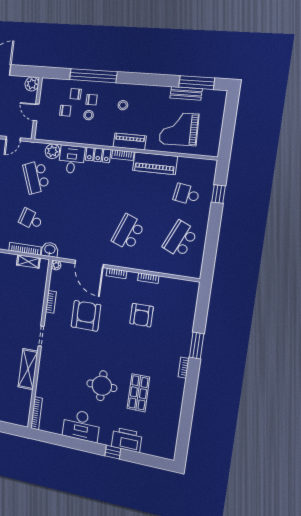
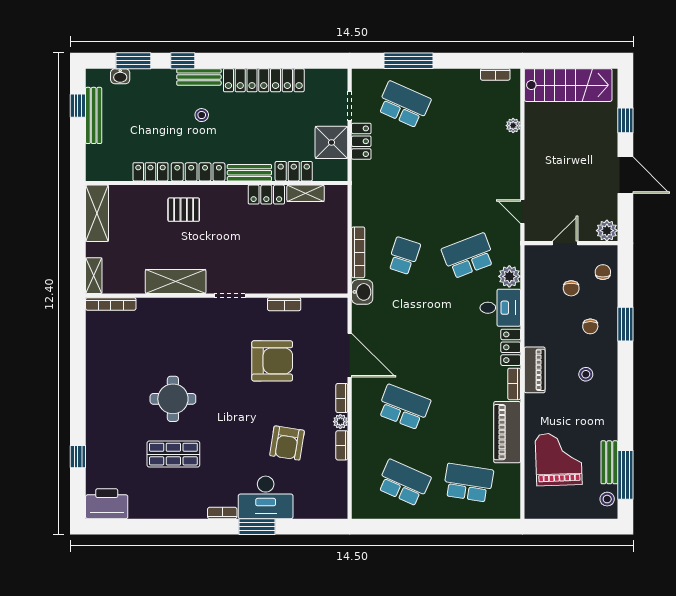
window: (93, 76) -> (625, 324), width x0.47
chair: (76, 94) -> (603, 272), moved
stool: (89, 115) -> (607, 499), moved
piano: (130, 141) -> (535, 370), moved
school desk: (186, 194) -> (468, 483), width x1.85
window: (218, 194) -> (474, 527), removed
shelving: (28, 261) -> (94, 276), moved
door: (89, 264) -> (350, 355), swing flipped
plant: (56, 265) -> (340, 422), moved
armchair: (142, 315) -> (287, 443), turned -81
desk: (81, 425) -> (266, 497), moved, turned -90
printer: (127, 440) -> (107, 504), moved, turned -90
window: (113, 452) -> (78, 457), moved

